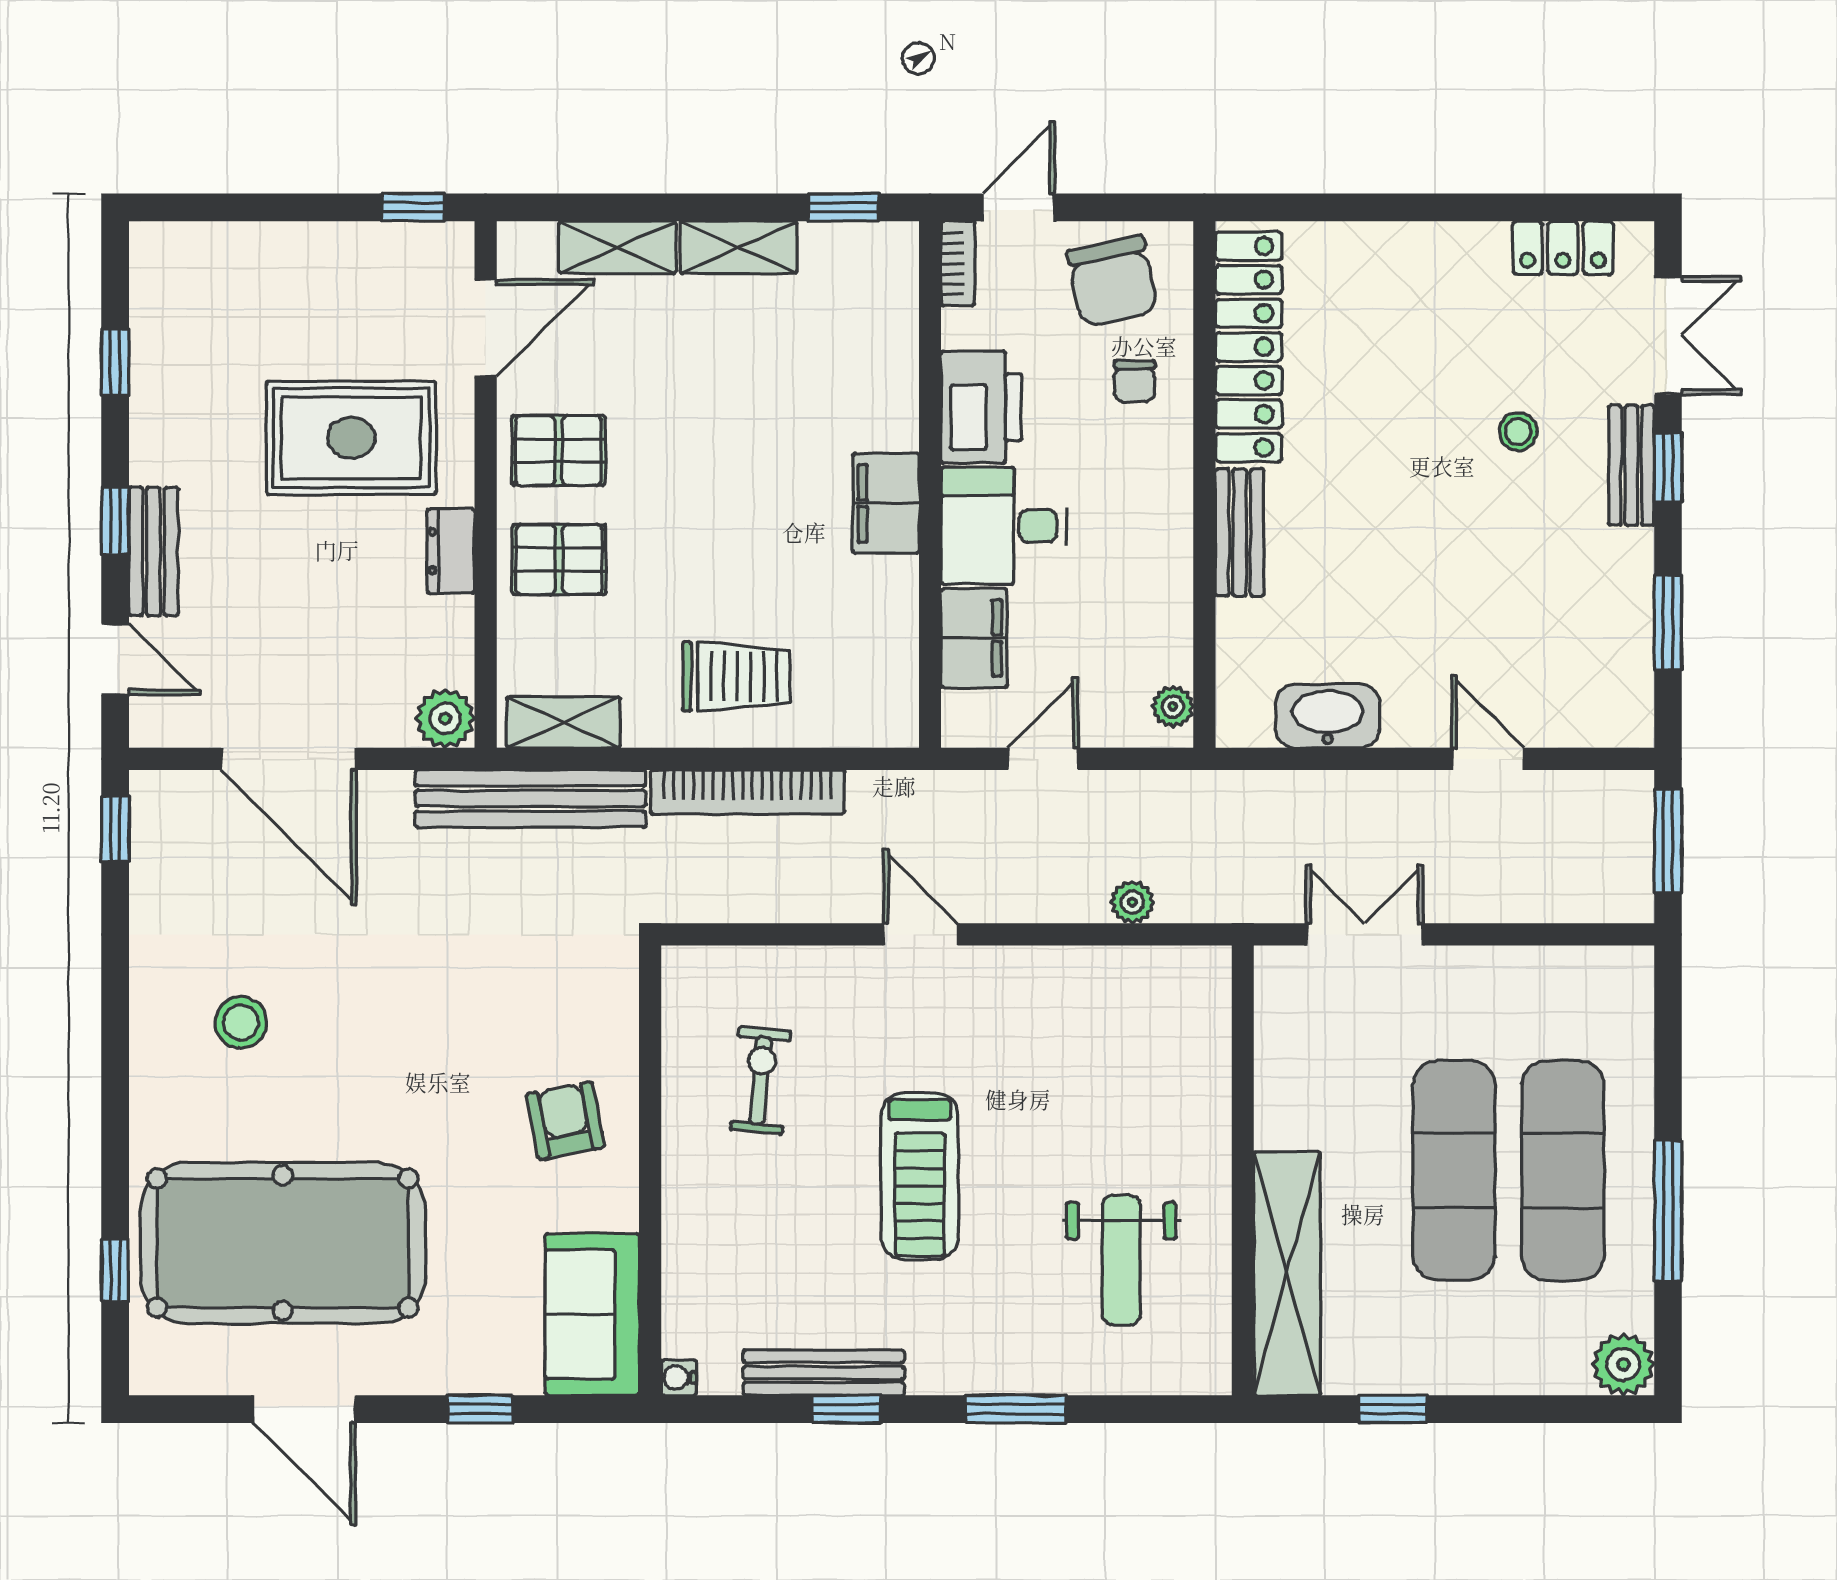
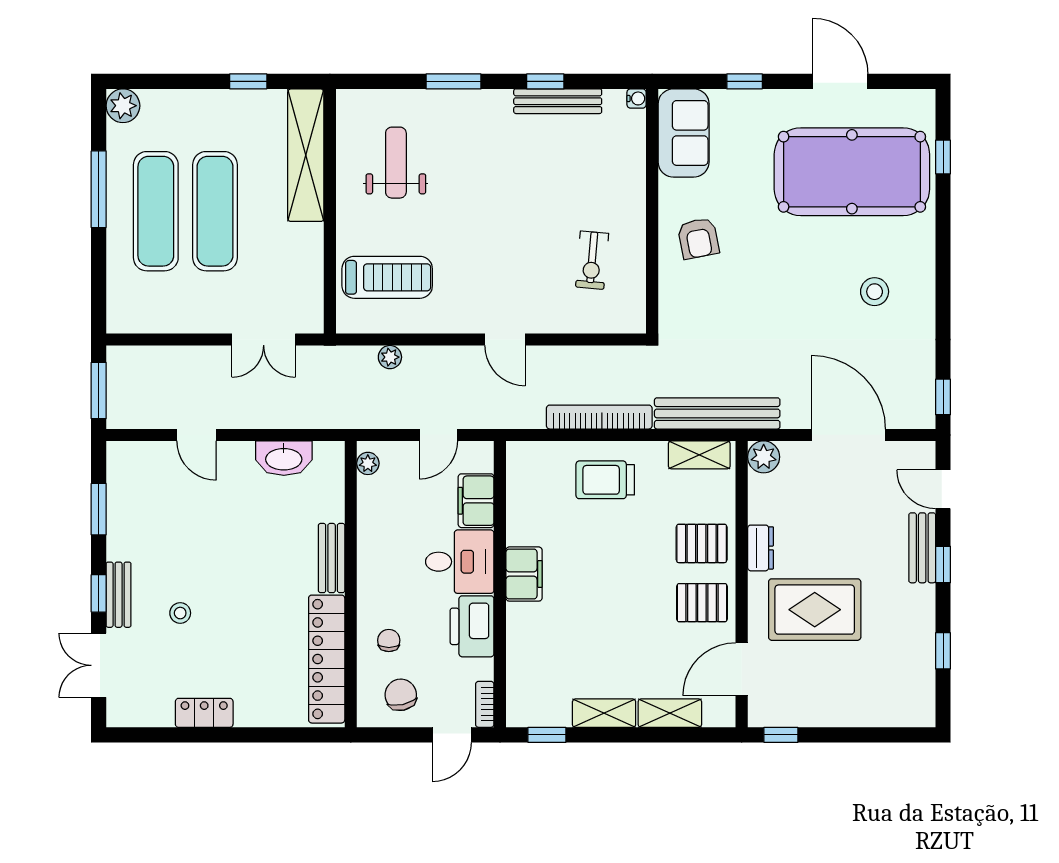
locker: (1563, 248) -> (204, 713), moved
chair: (1113, 281) -> (401, 695), width x0.73, depth x0.73
treadmill: (920, 1176) -> (387, 277), moved, turned 90

